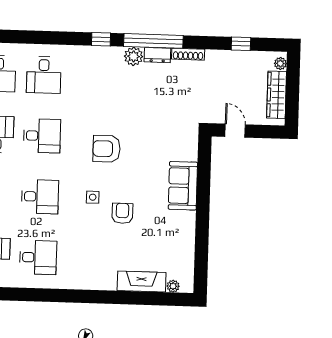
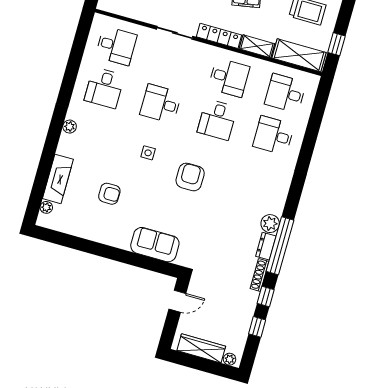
window: (101, 39) -> (266, 297), moved
sofa: (183, 186) -> (155, 245), moved
desk: (40, 197) -> (161, 104), turned 90
armchair: (122, 213) -> (109, 194), moved
plant: (86, 283) -> (70, 127), added

